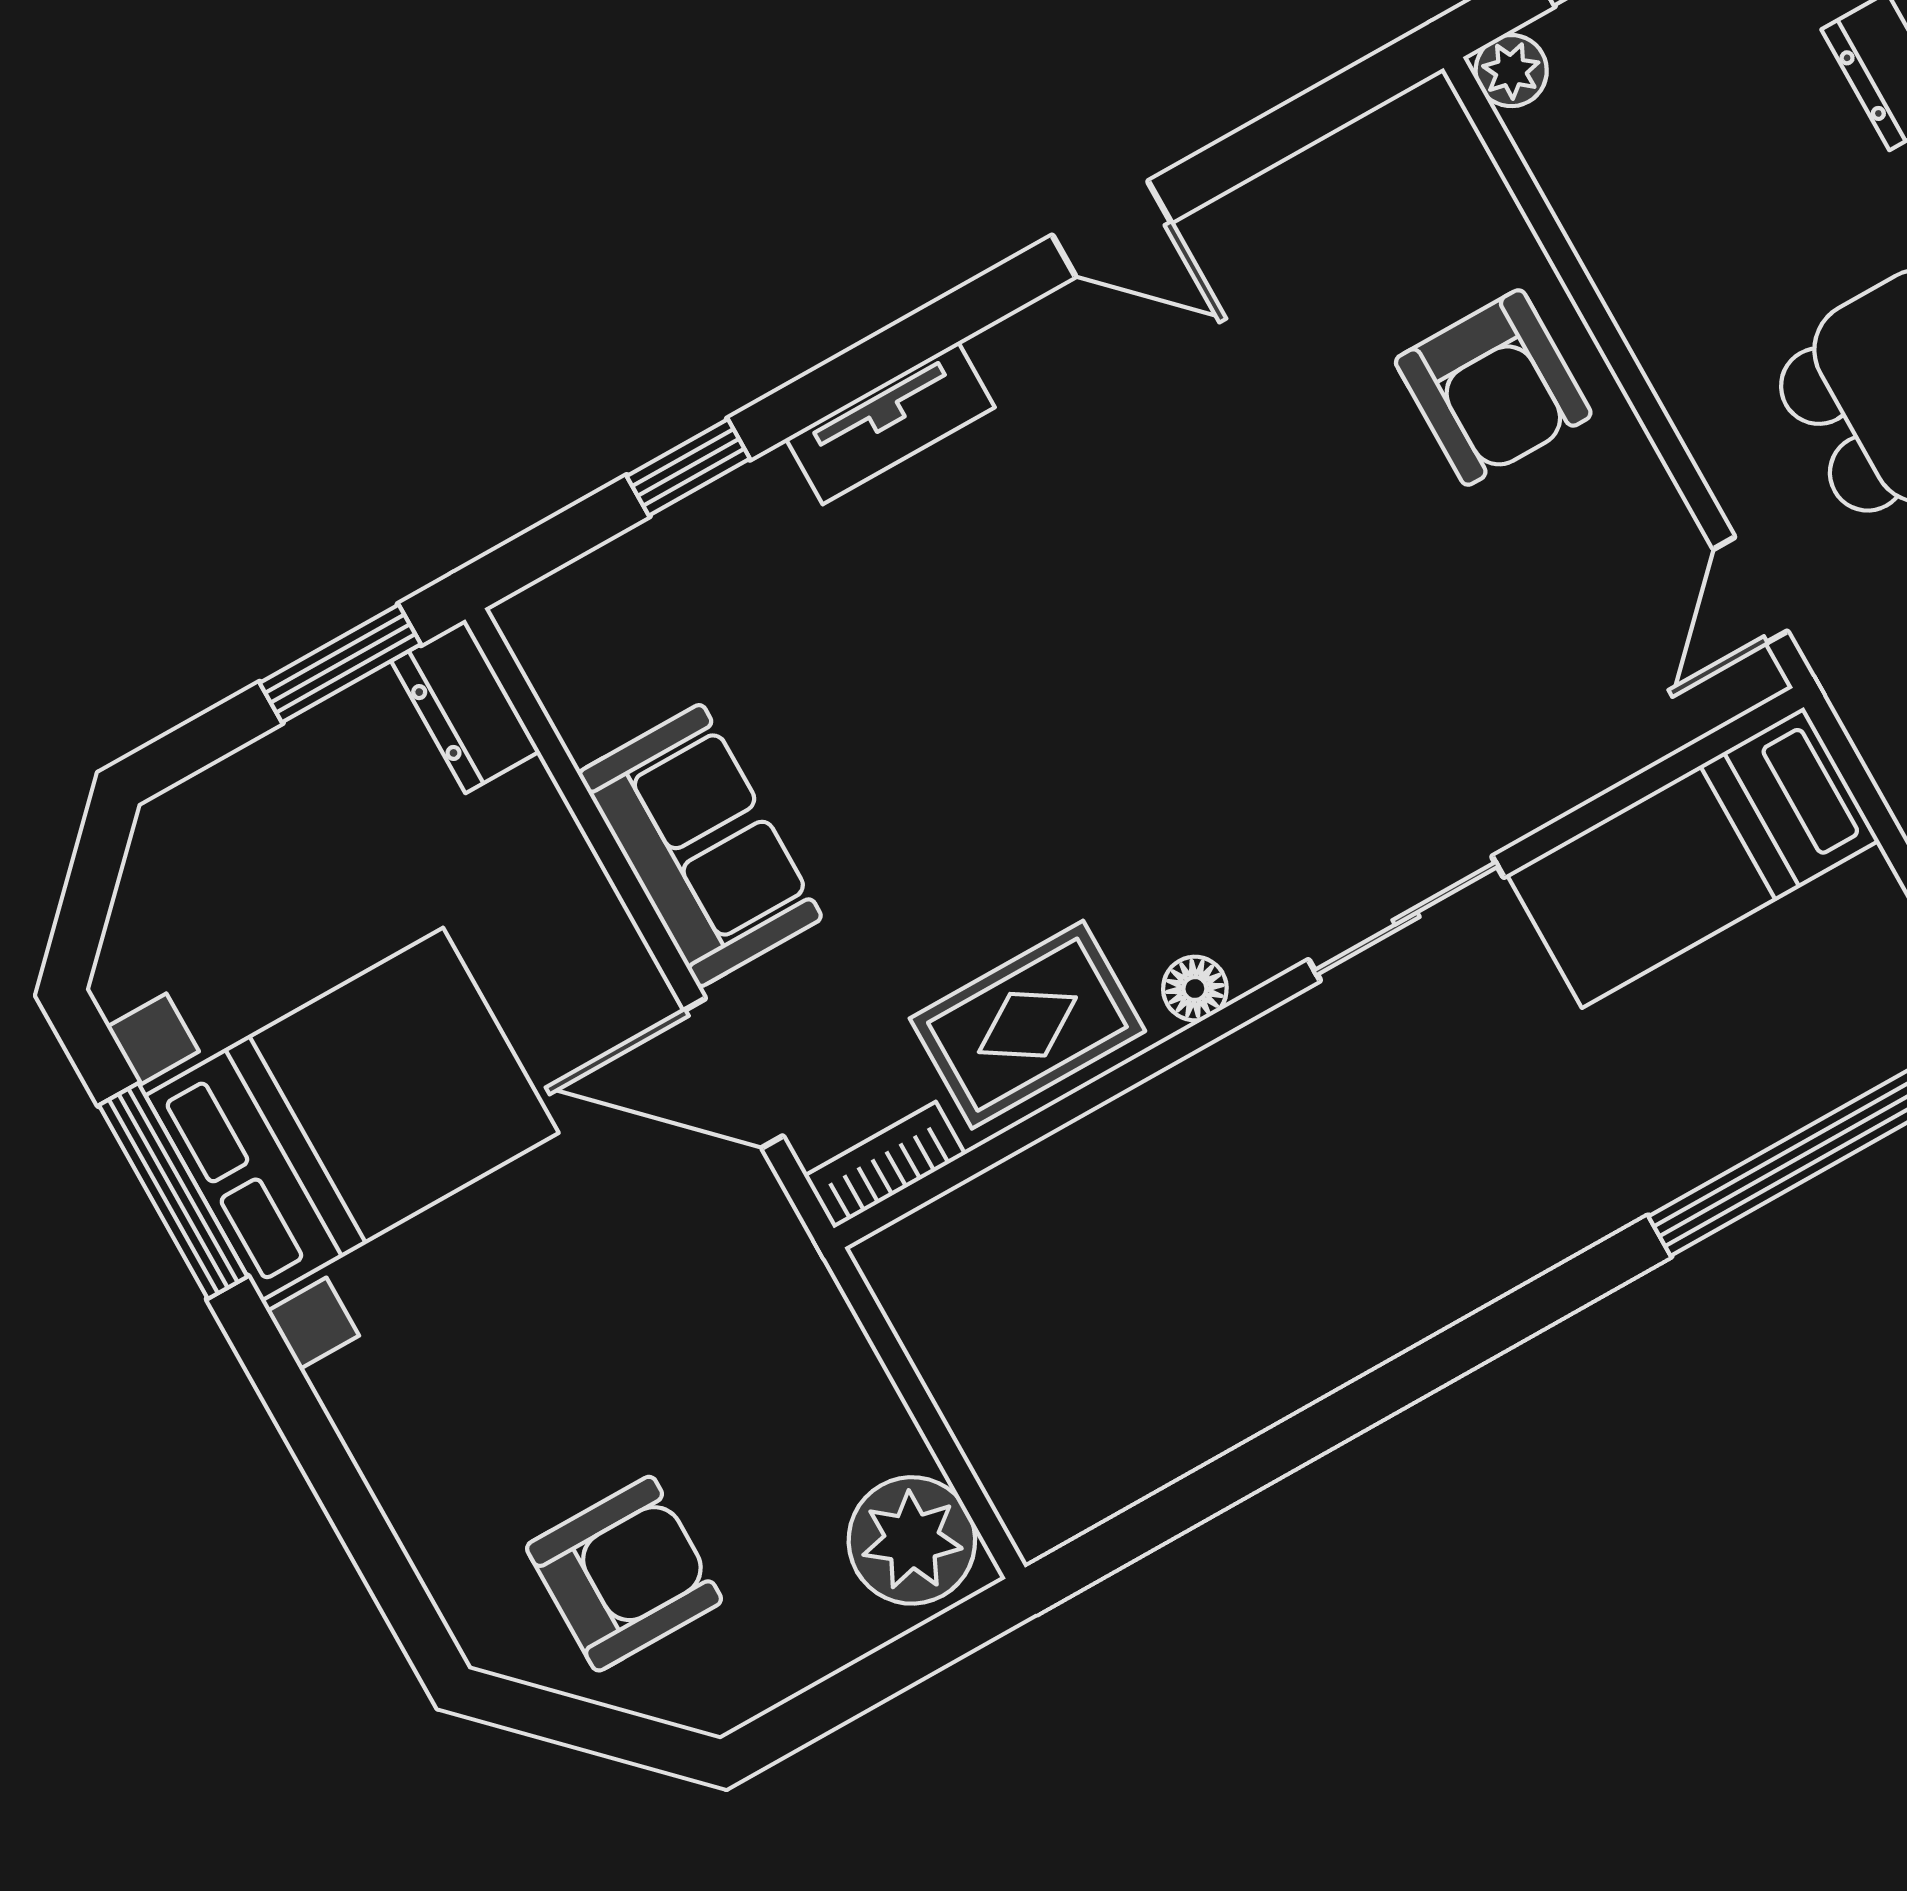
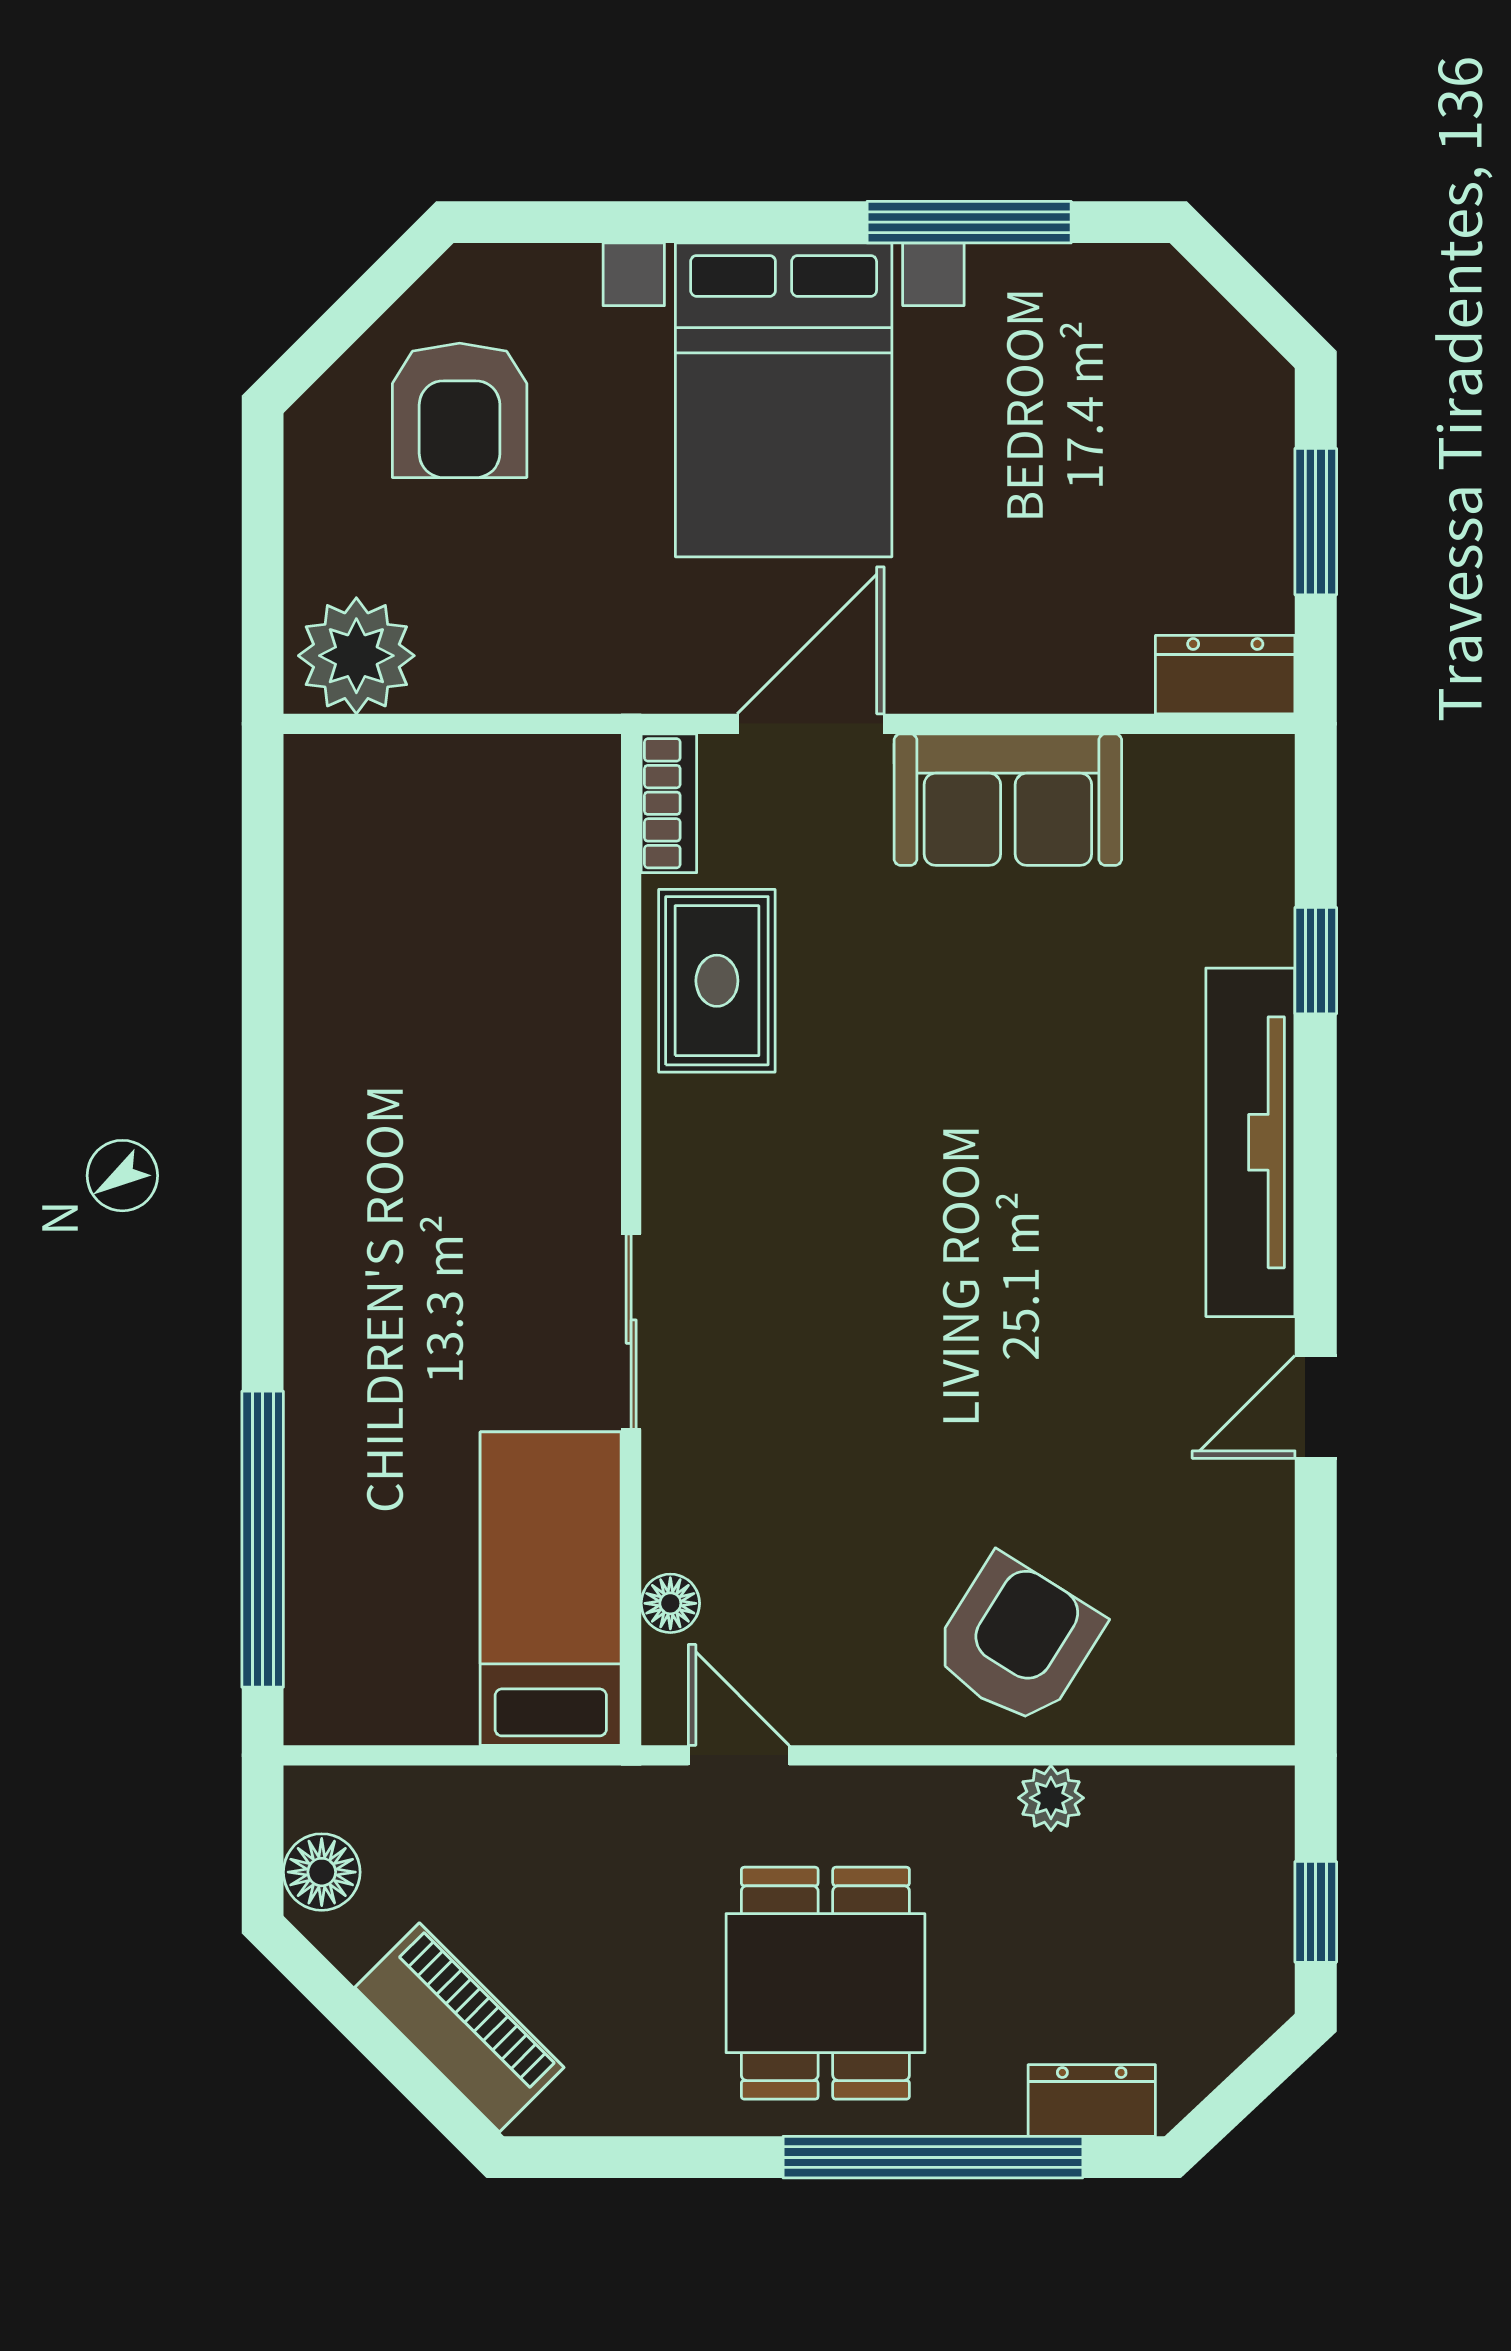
plant: (1511, 71) -> (1051, 1798), moved
armchair: (1493, 388) -> (1017, 1641), turned 122
tv unit: (890, 423) -> (1250, 1142), width x1.92, depth x1.29
window: (340, 664) -> (1316, 522), moved
floor lamp: (1195, 989) -> (670, 1603), moved
bed with nightstands: (352, 1114) -> (784, 400), moved

